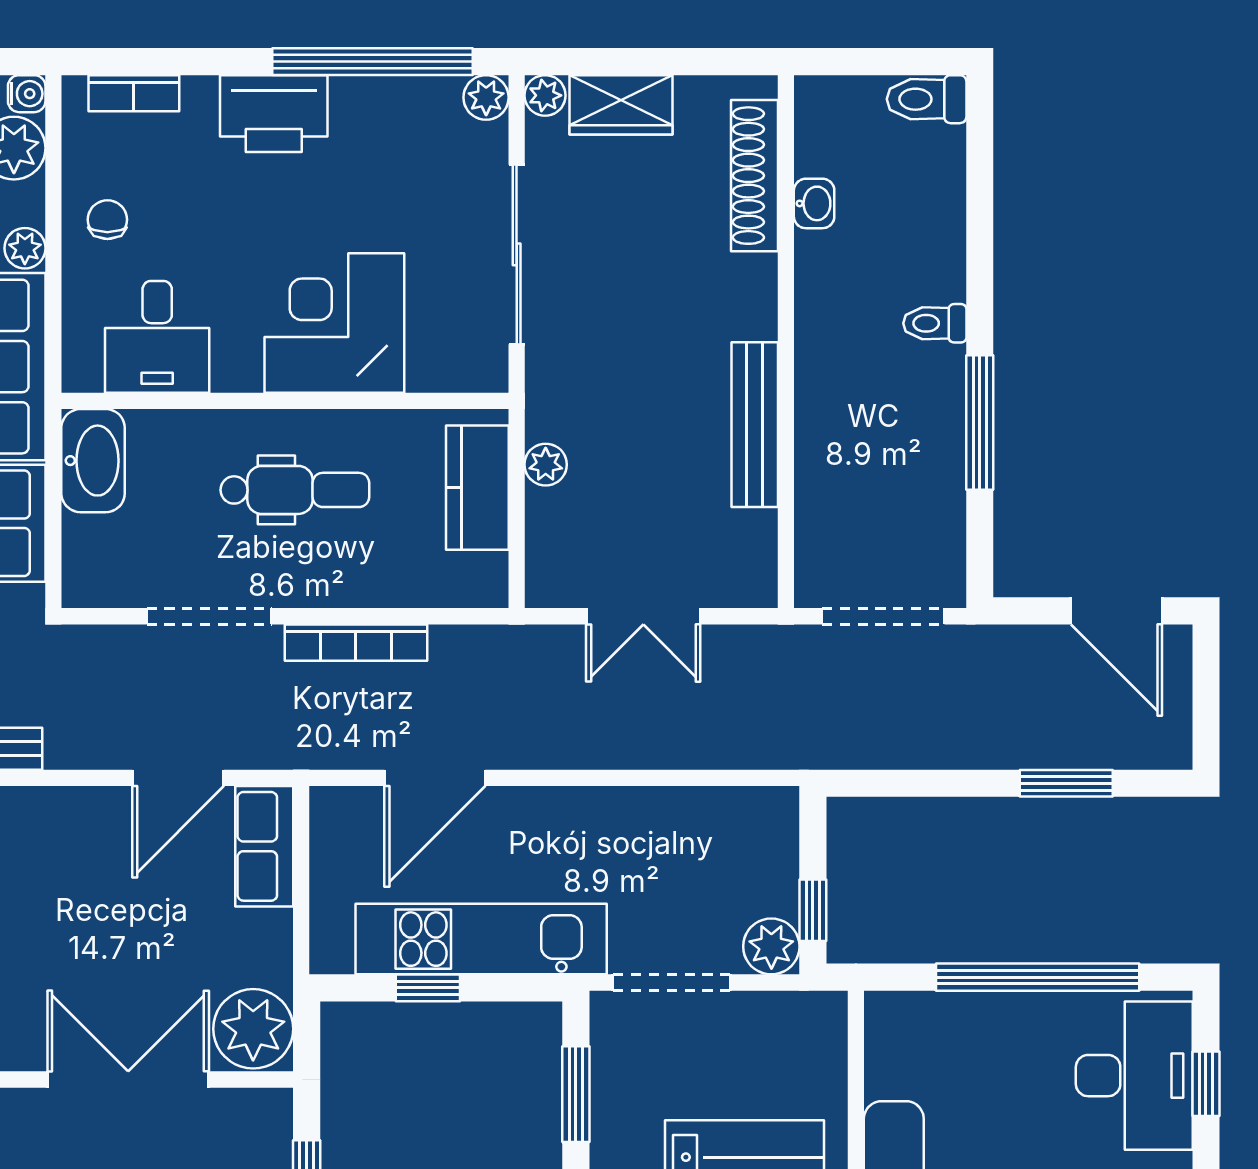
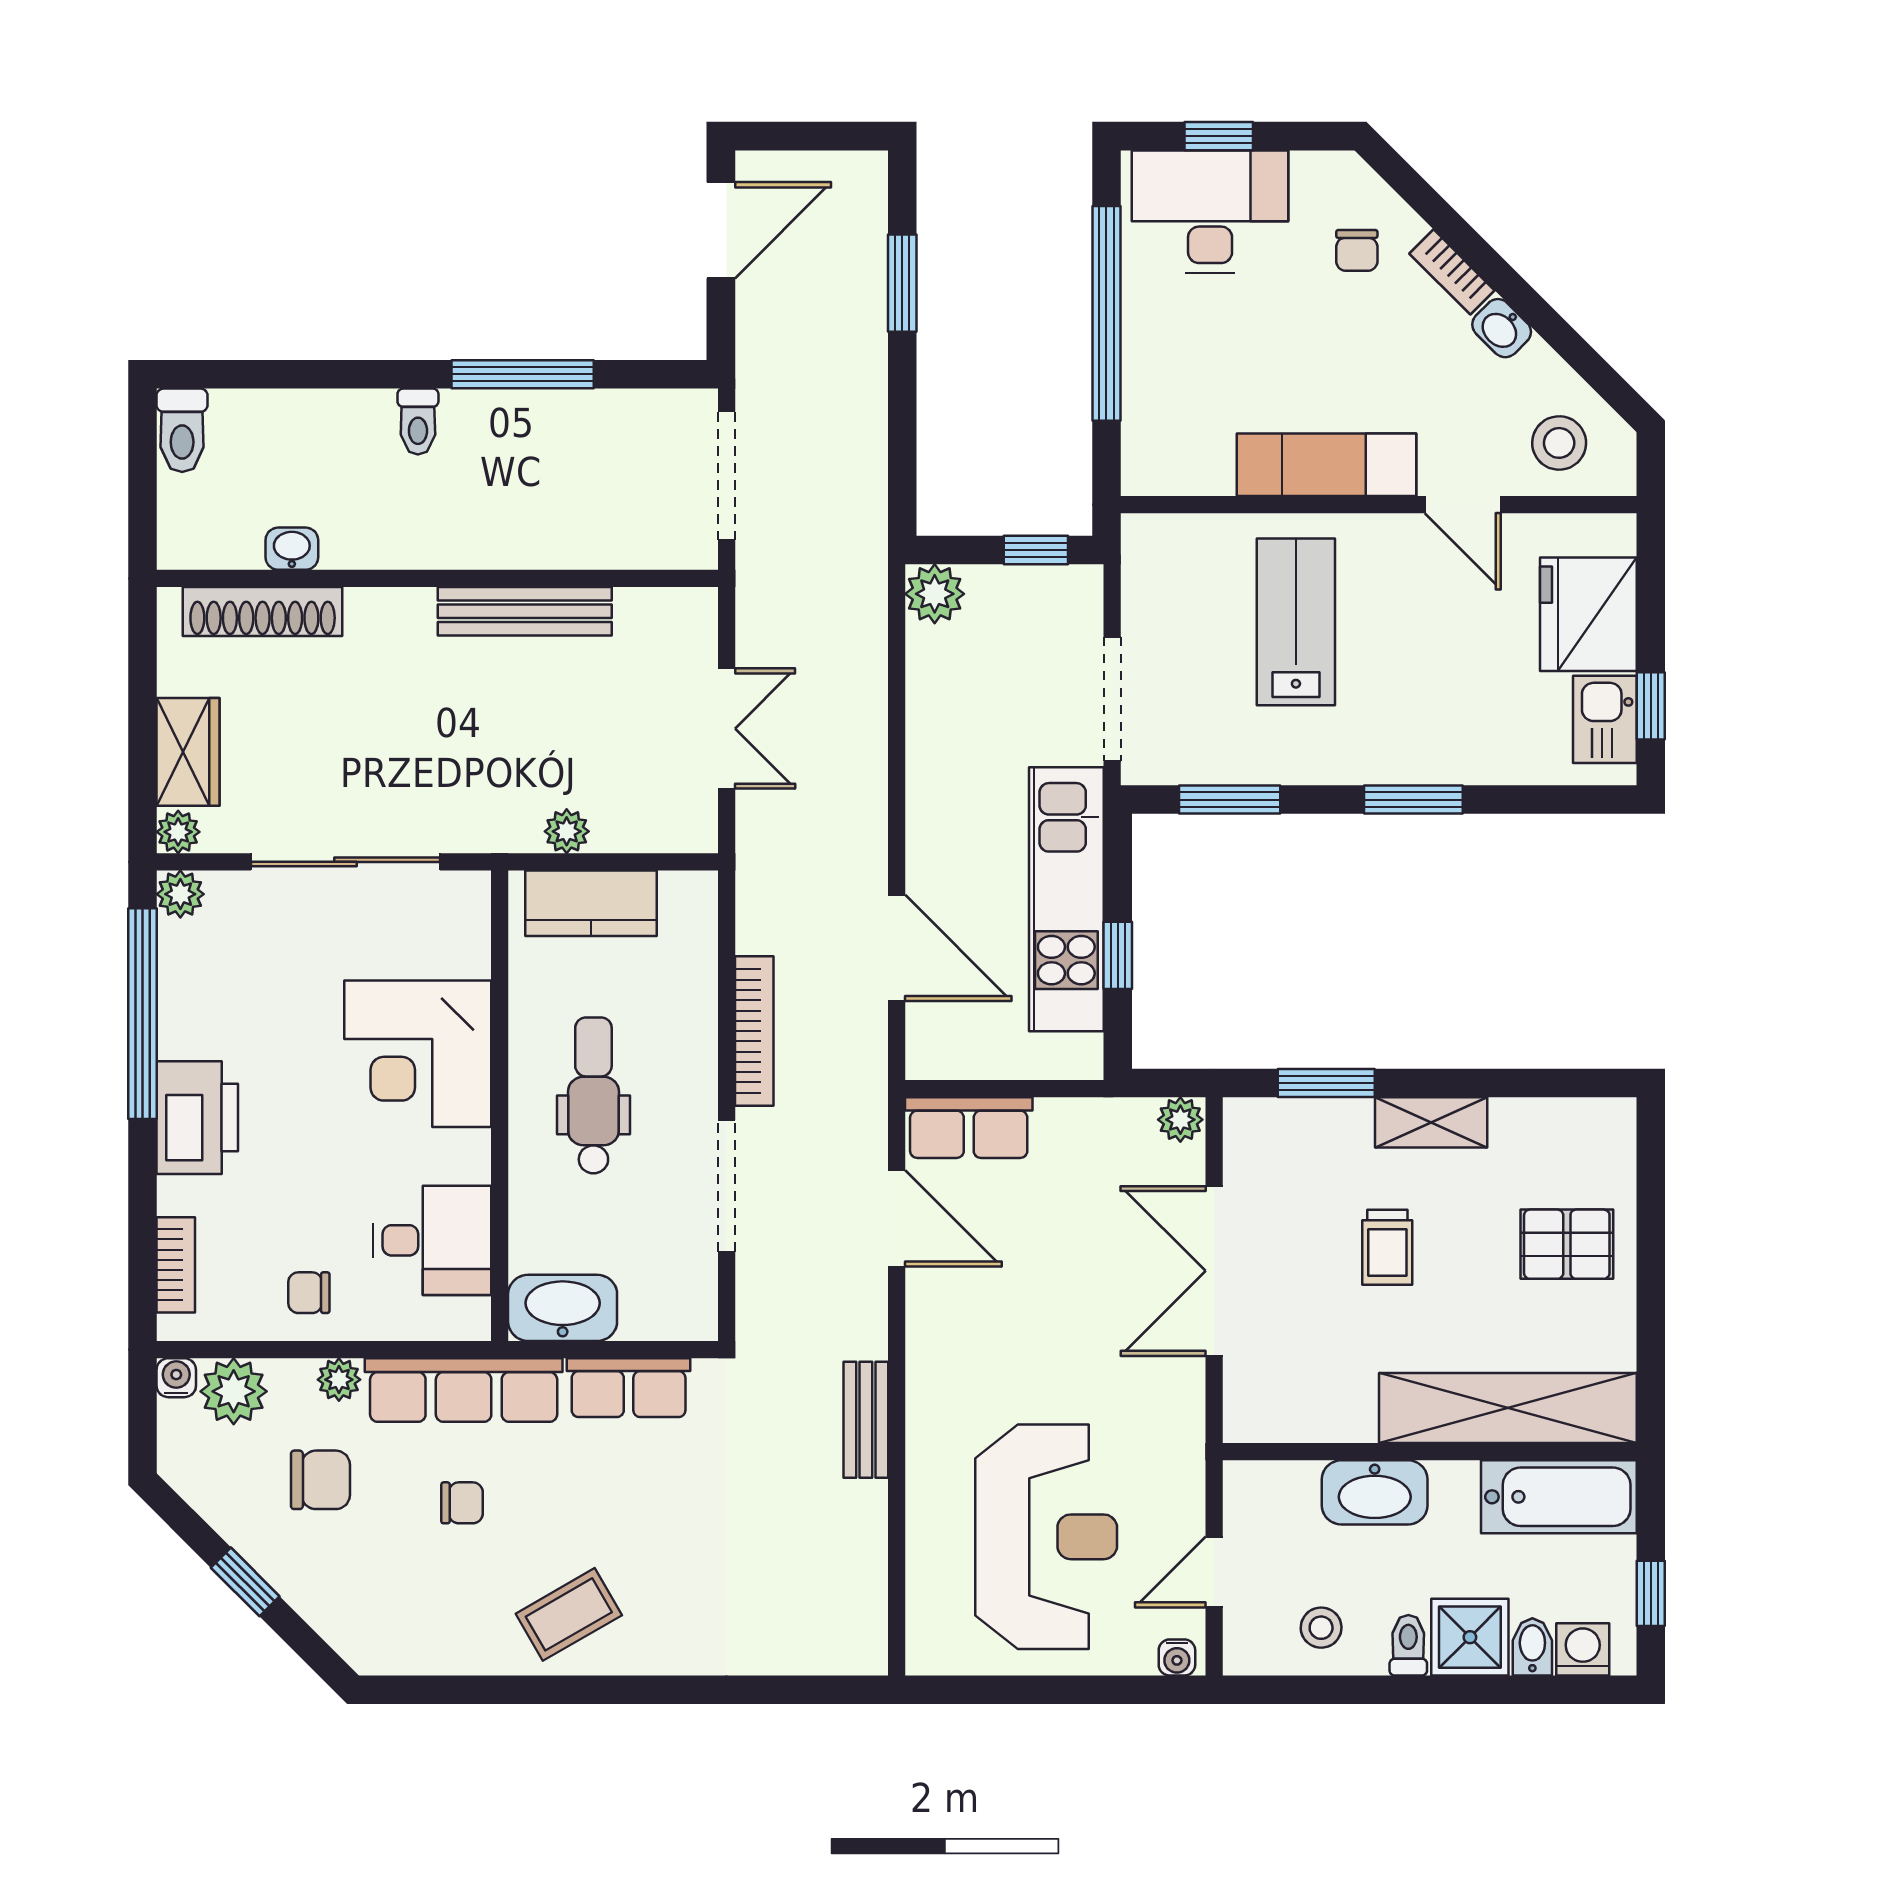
plant: (771, 946) -> (935, 594), moved
plant: (253, 1029) -> (1180, 1120), width x0.53, depth x0.53

